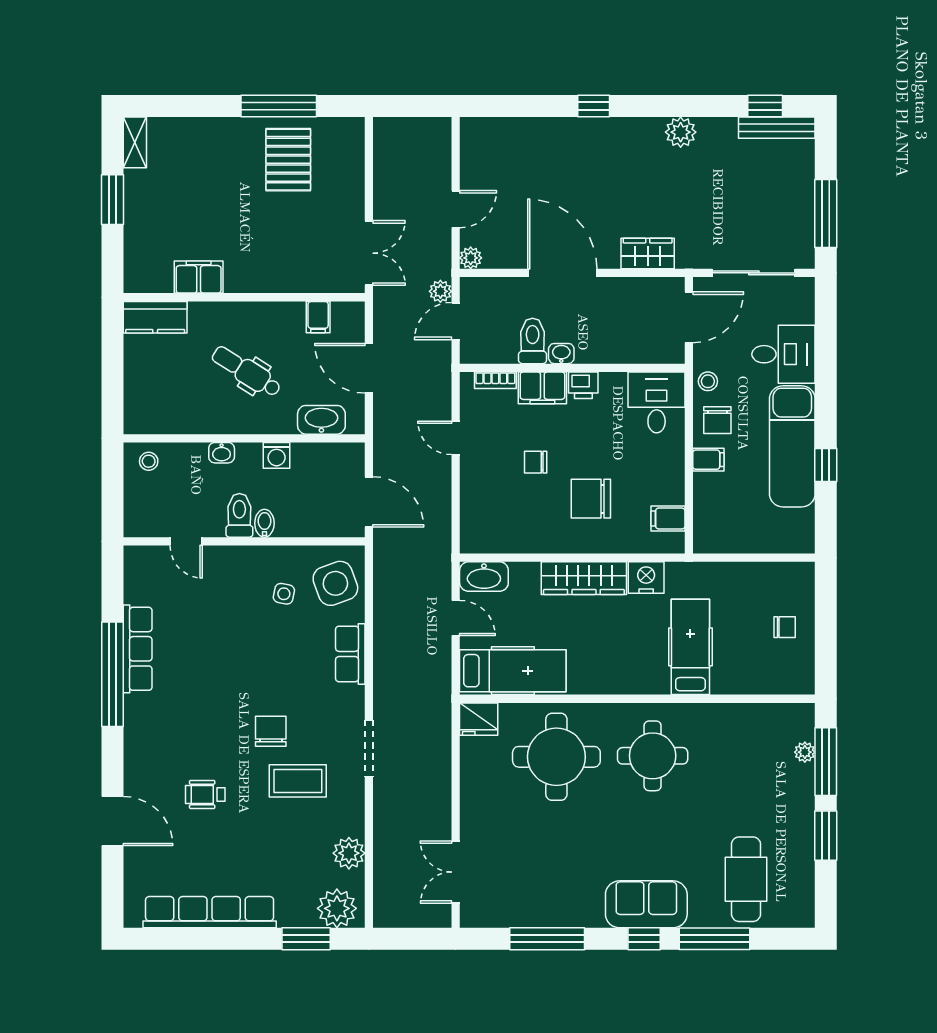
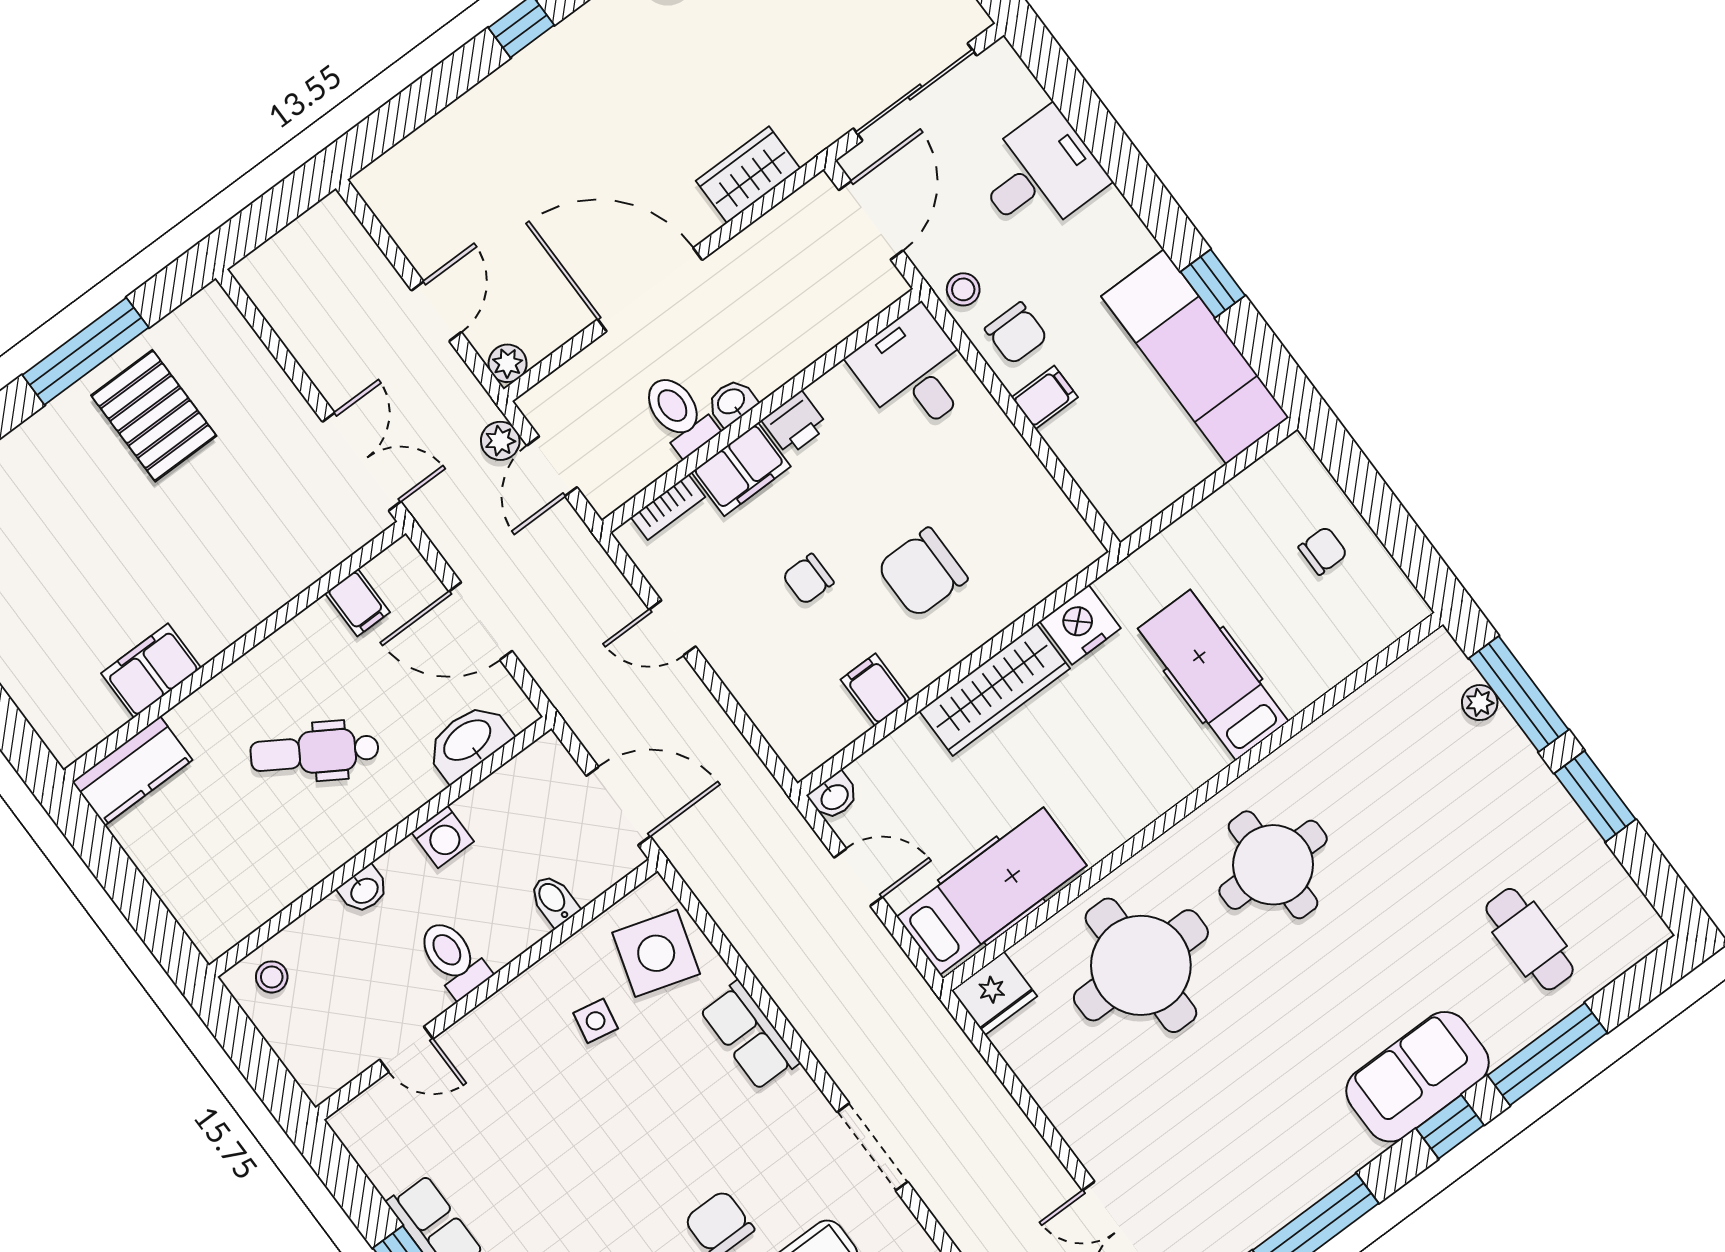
exam couch: (792, 446) -> (1195, 357), moved
filing cabinet: (668, 519) -> (875, 690), moved, turned 90
bidet: (264, 523) -> (554, 900), moved
washbasin: (484, 577) -> (834, 796), width x0.52, depth x0.69
side table: (335, 583) -> (656, 953), turned 37
cafe table: (746, 879) -> (1530, 939), width x0.73, depth x0.74

